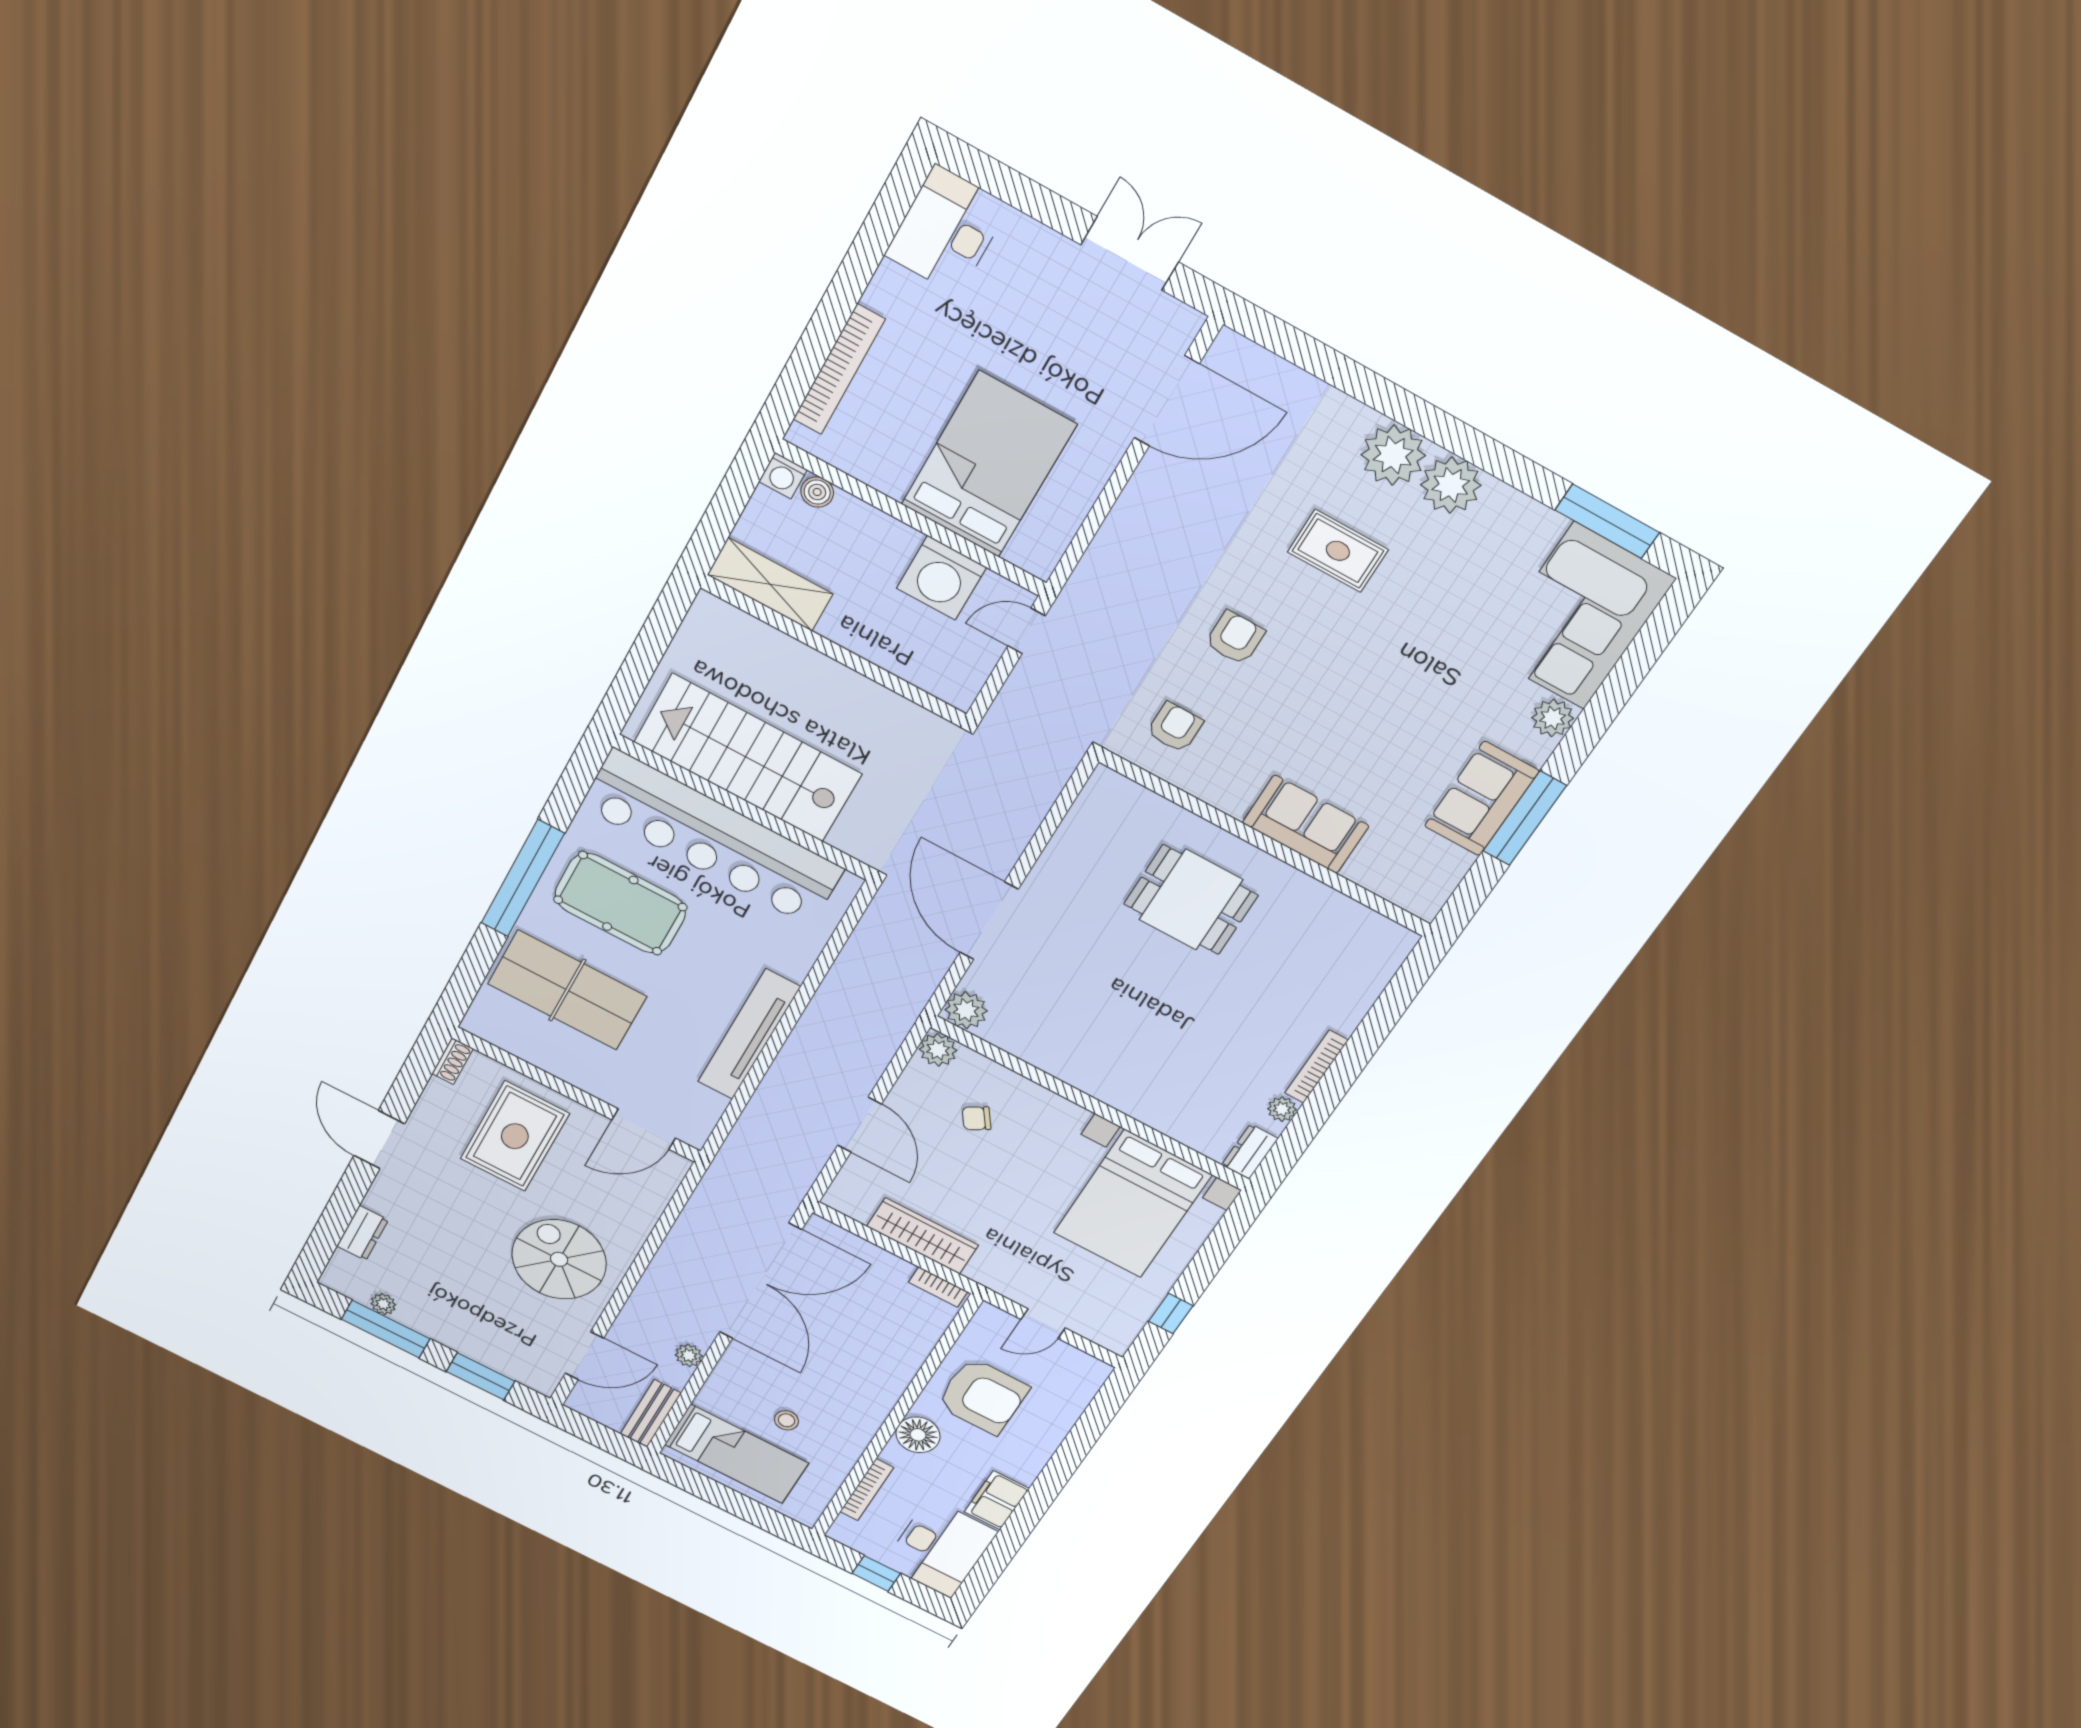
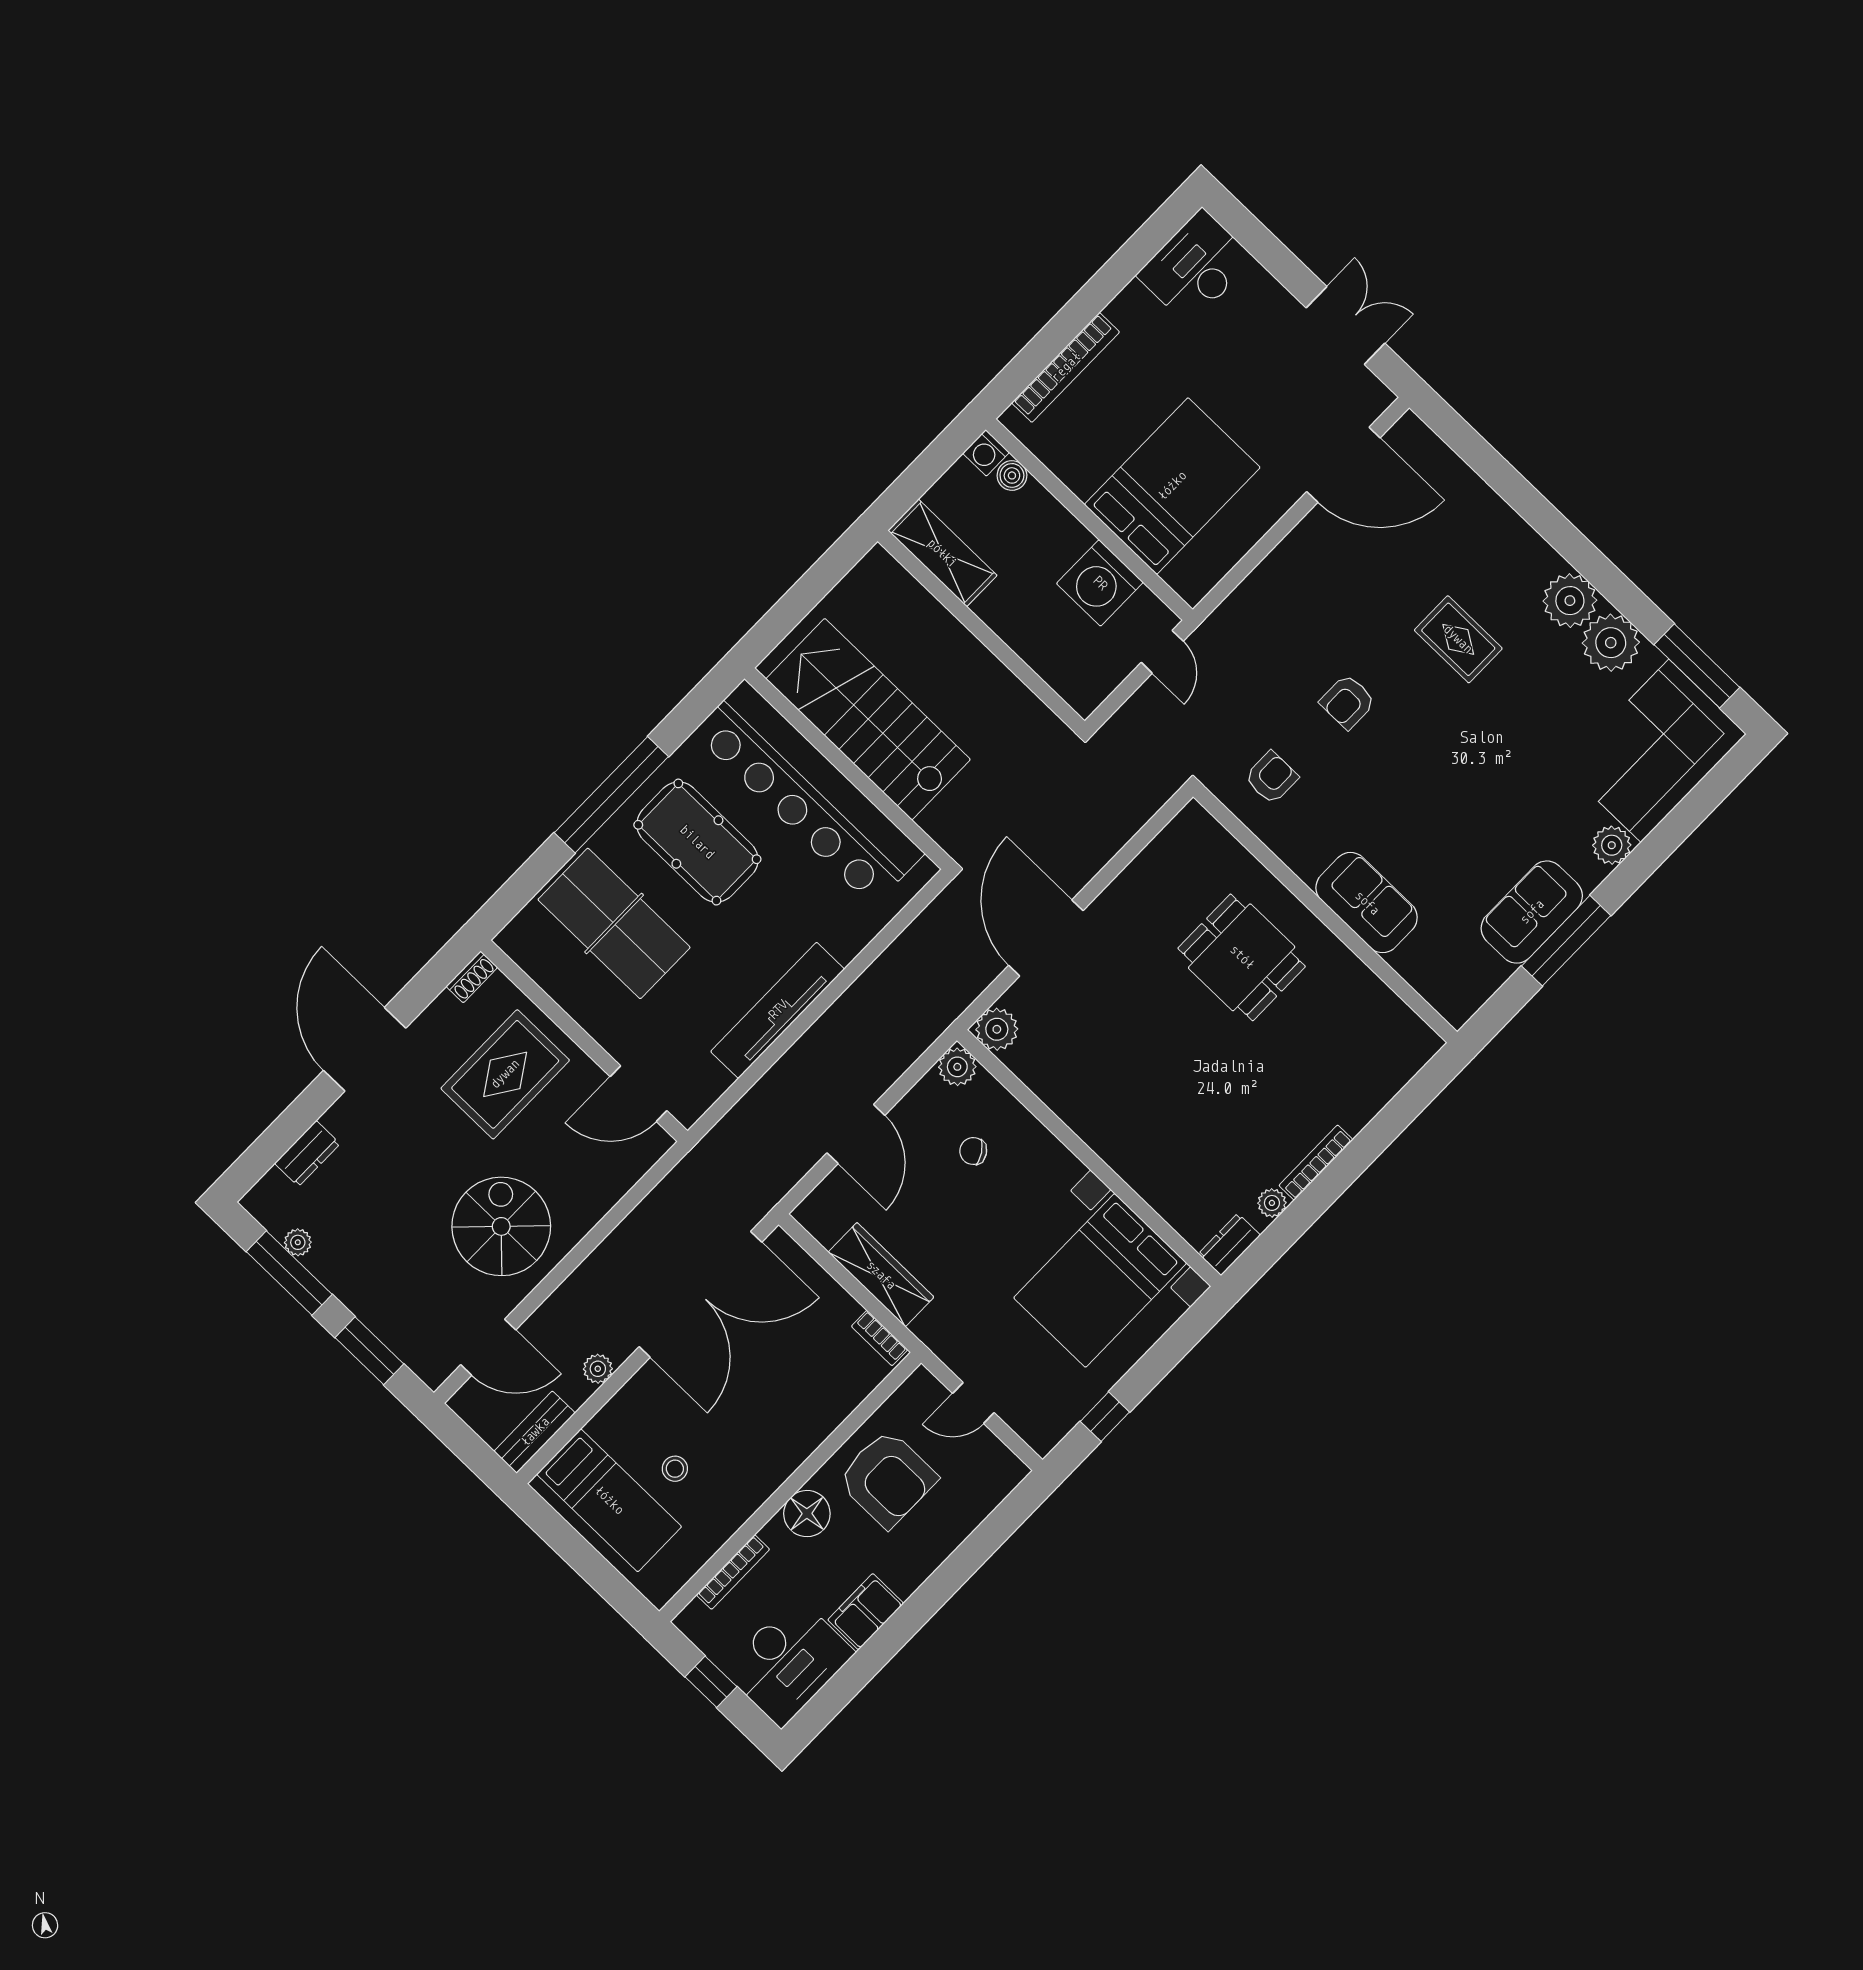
plant: (1393, 455) -> (1611, 643), moved
door: (1027, 631) -> (1162, 652), swing flipped
armchair: (1235, 638) -> (1348, 702), turned 180
door: (379, 1140) -> (365, 1049), width x1.36

